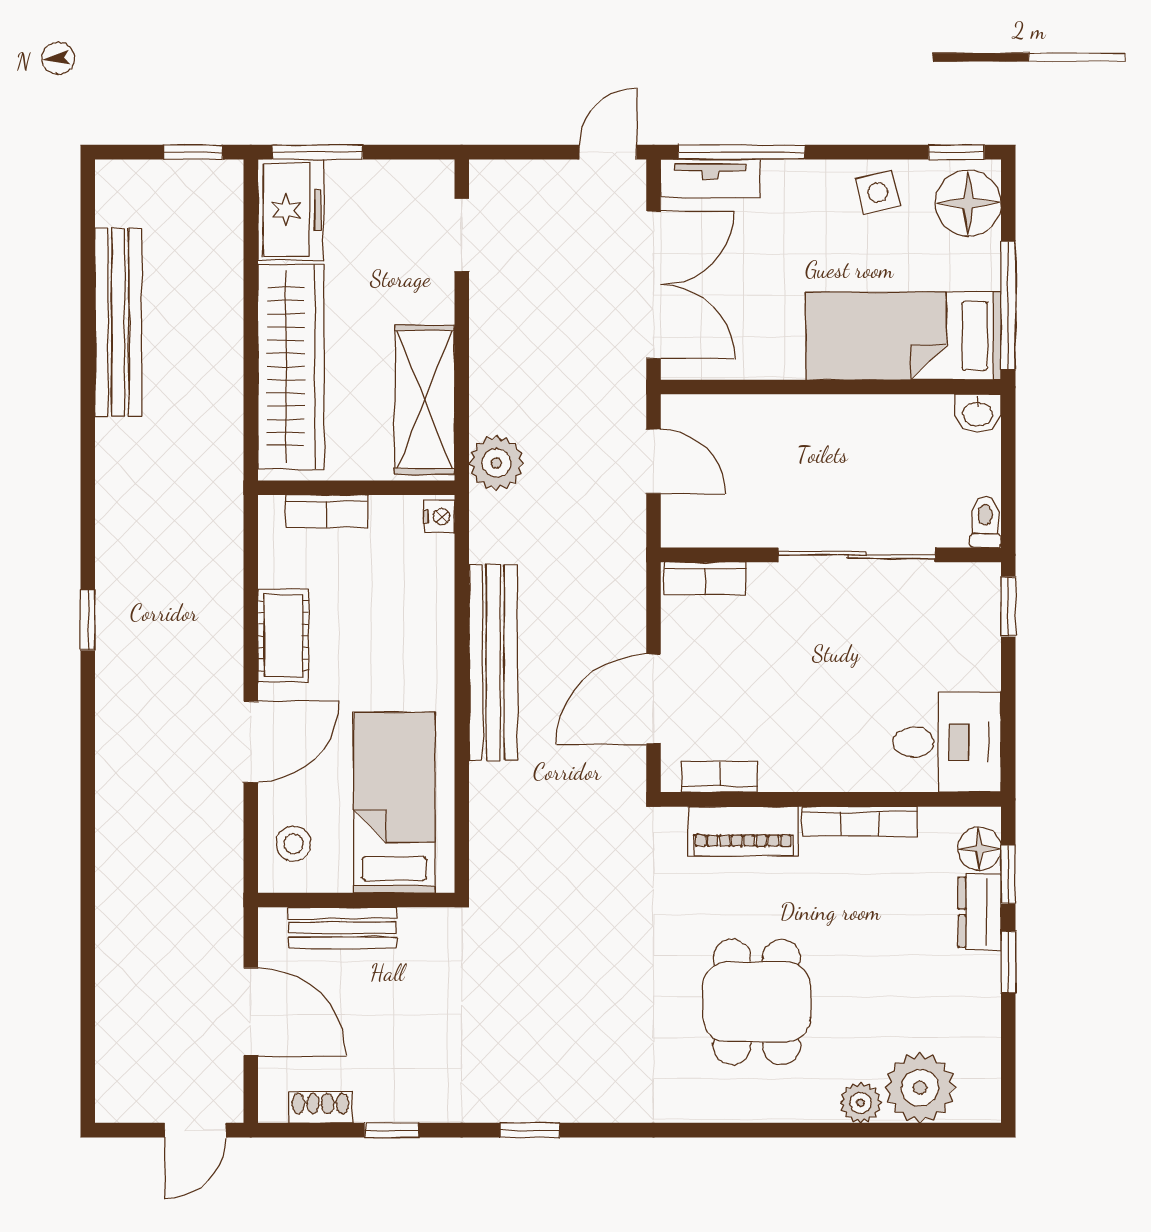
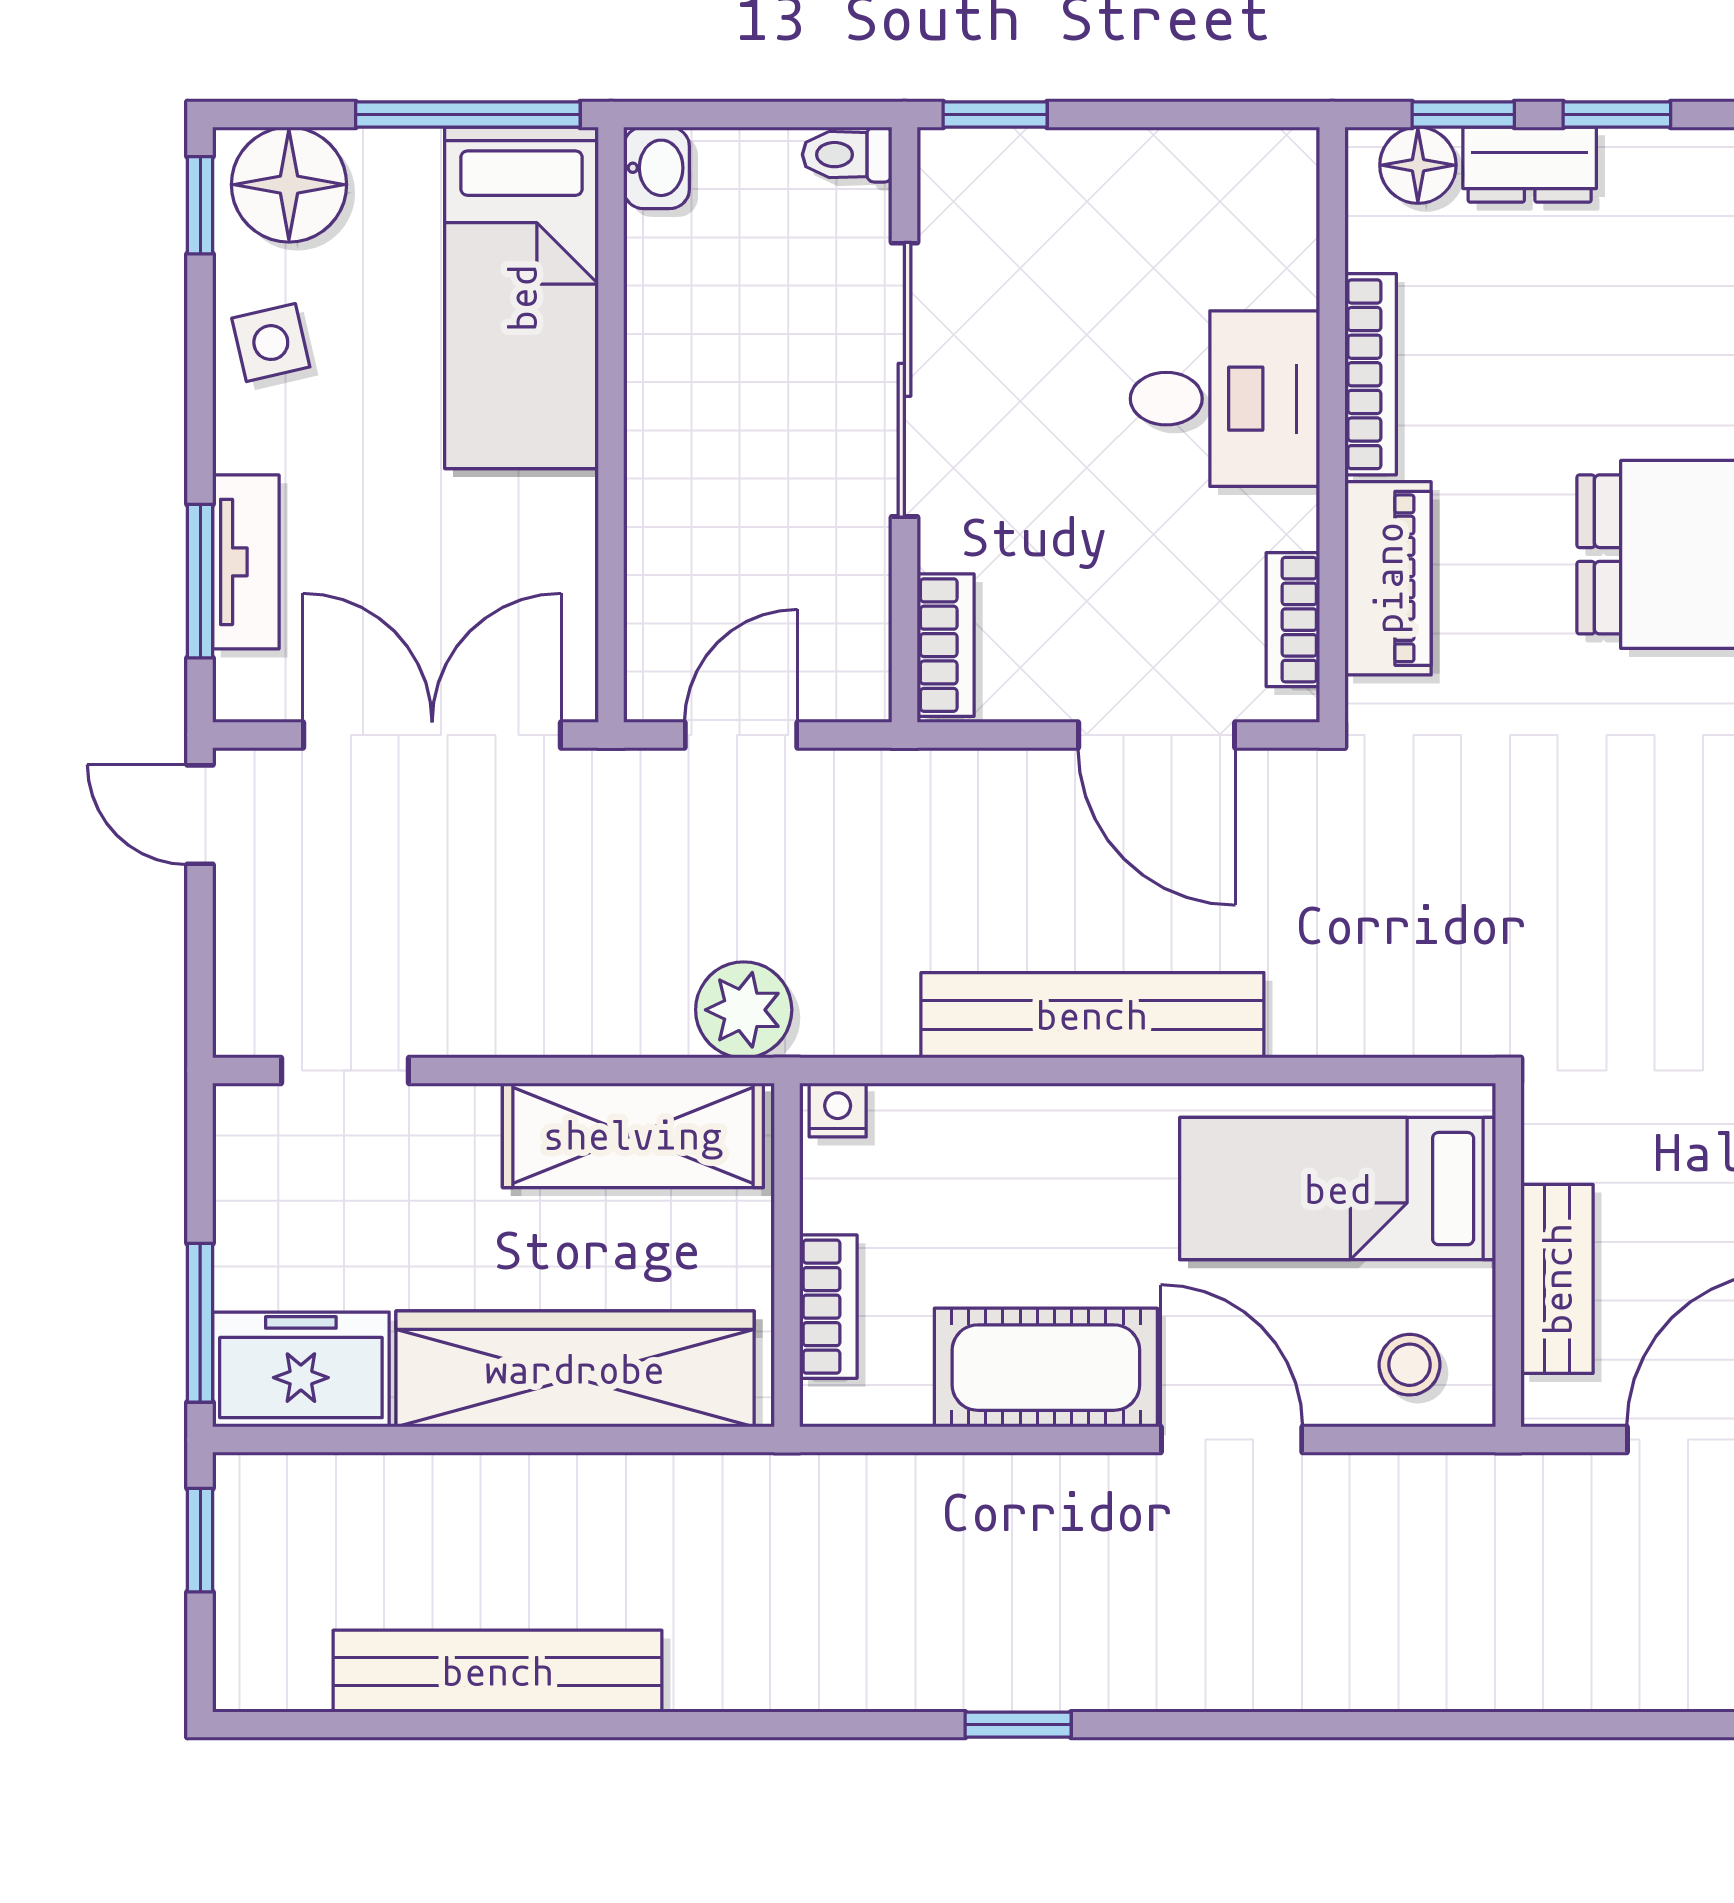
window: (742, 152) -> (200, 581), width x0.69
tv unit: (710, 178) -> (246, 562), moved
cot: (283, 636) -> (1046, 1368), width x1.37, depth x1.34
desk: (947, 742) -> (1225, 399), moved, turned 90

